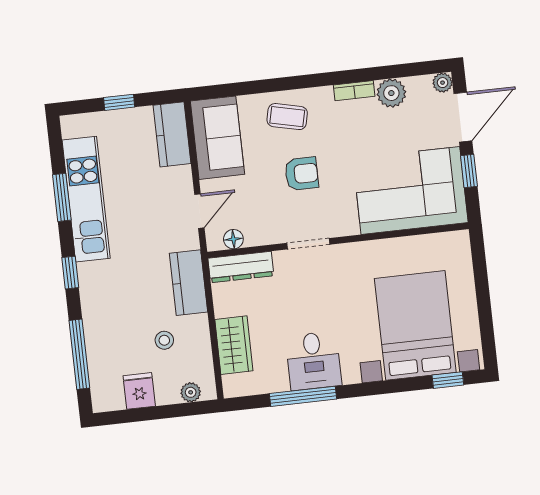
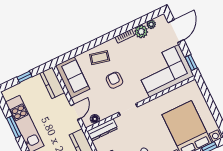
plant: (443, 83) -> (151, 24), moved
window: (469, 171) -> (191, 63), moved
armchair: (302, 174) -> (114, 80), turned -90

